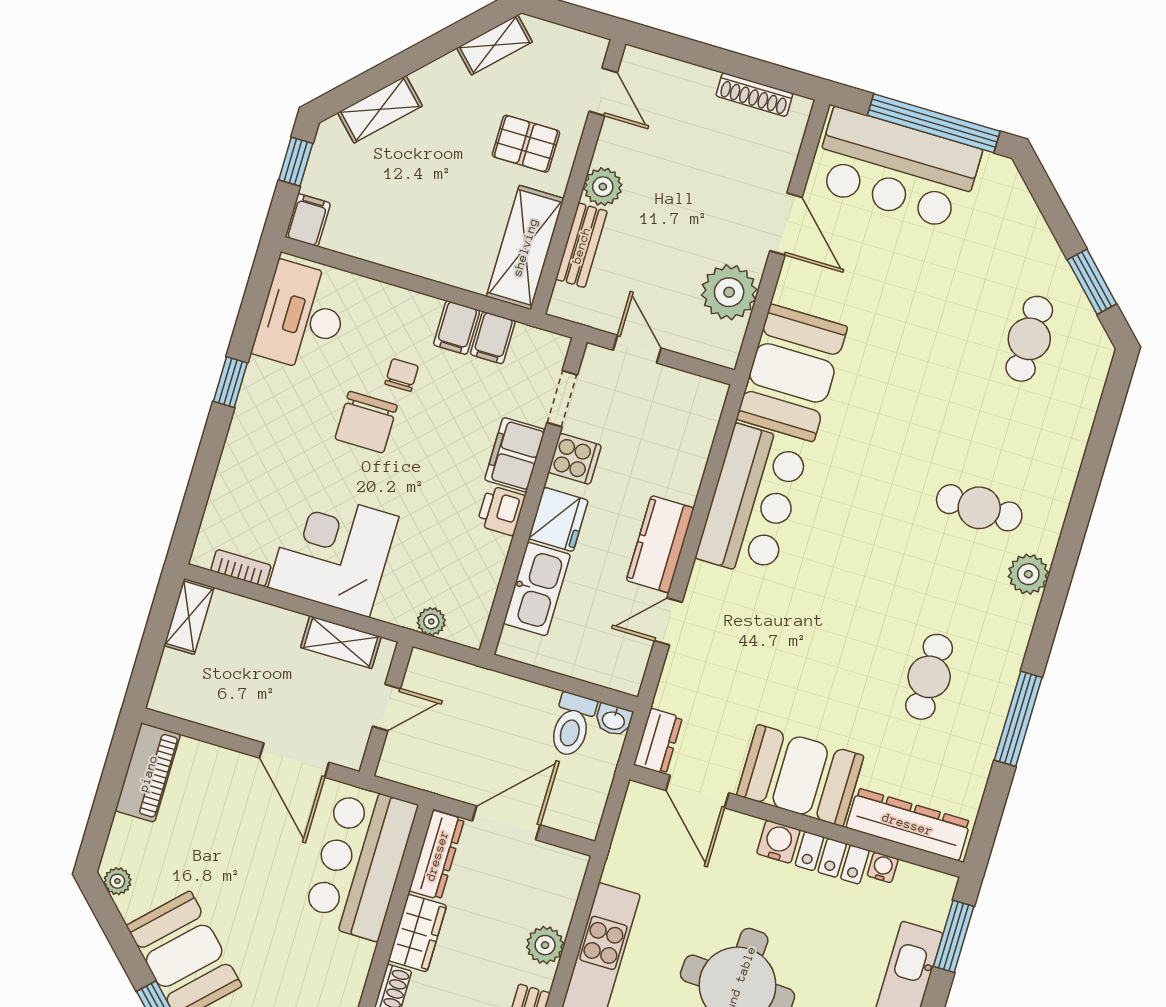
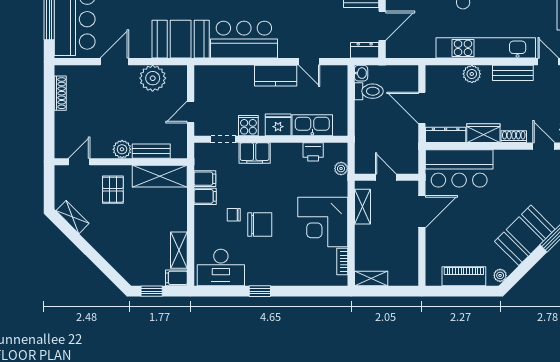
shelving: (380, 109) -> (179, 250), moved, turned 45
printer: (501, 510) -> (313, 152), moved
piano: (148, 773) -> (464, 276), moved

